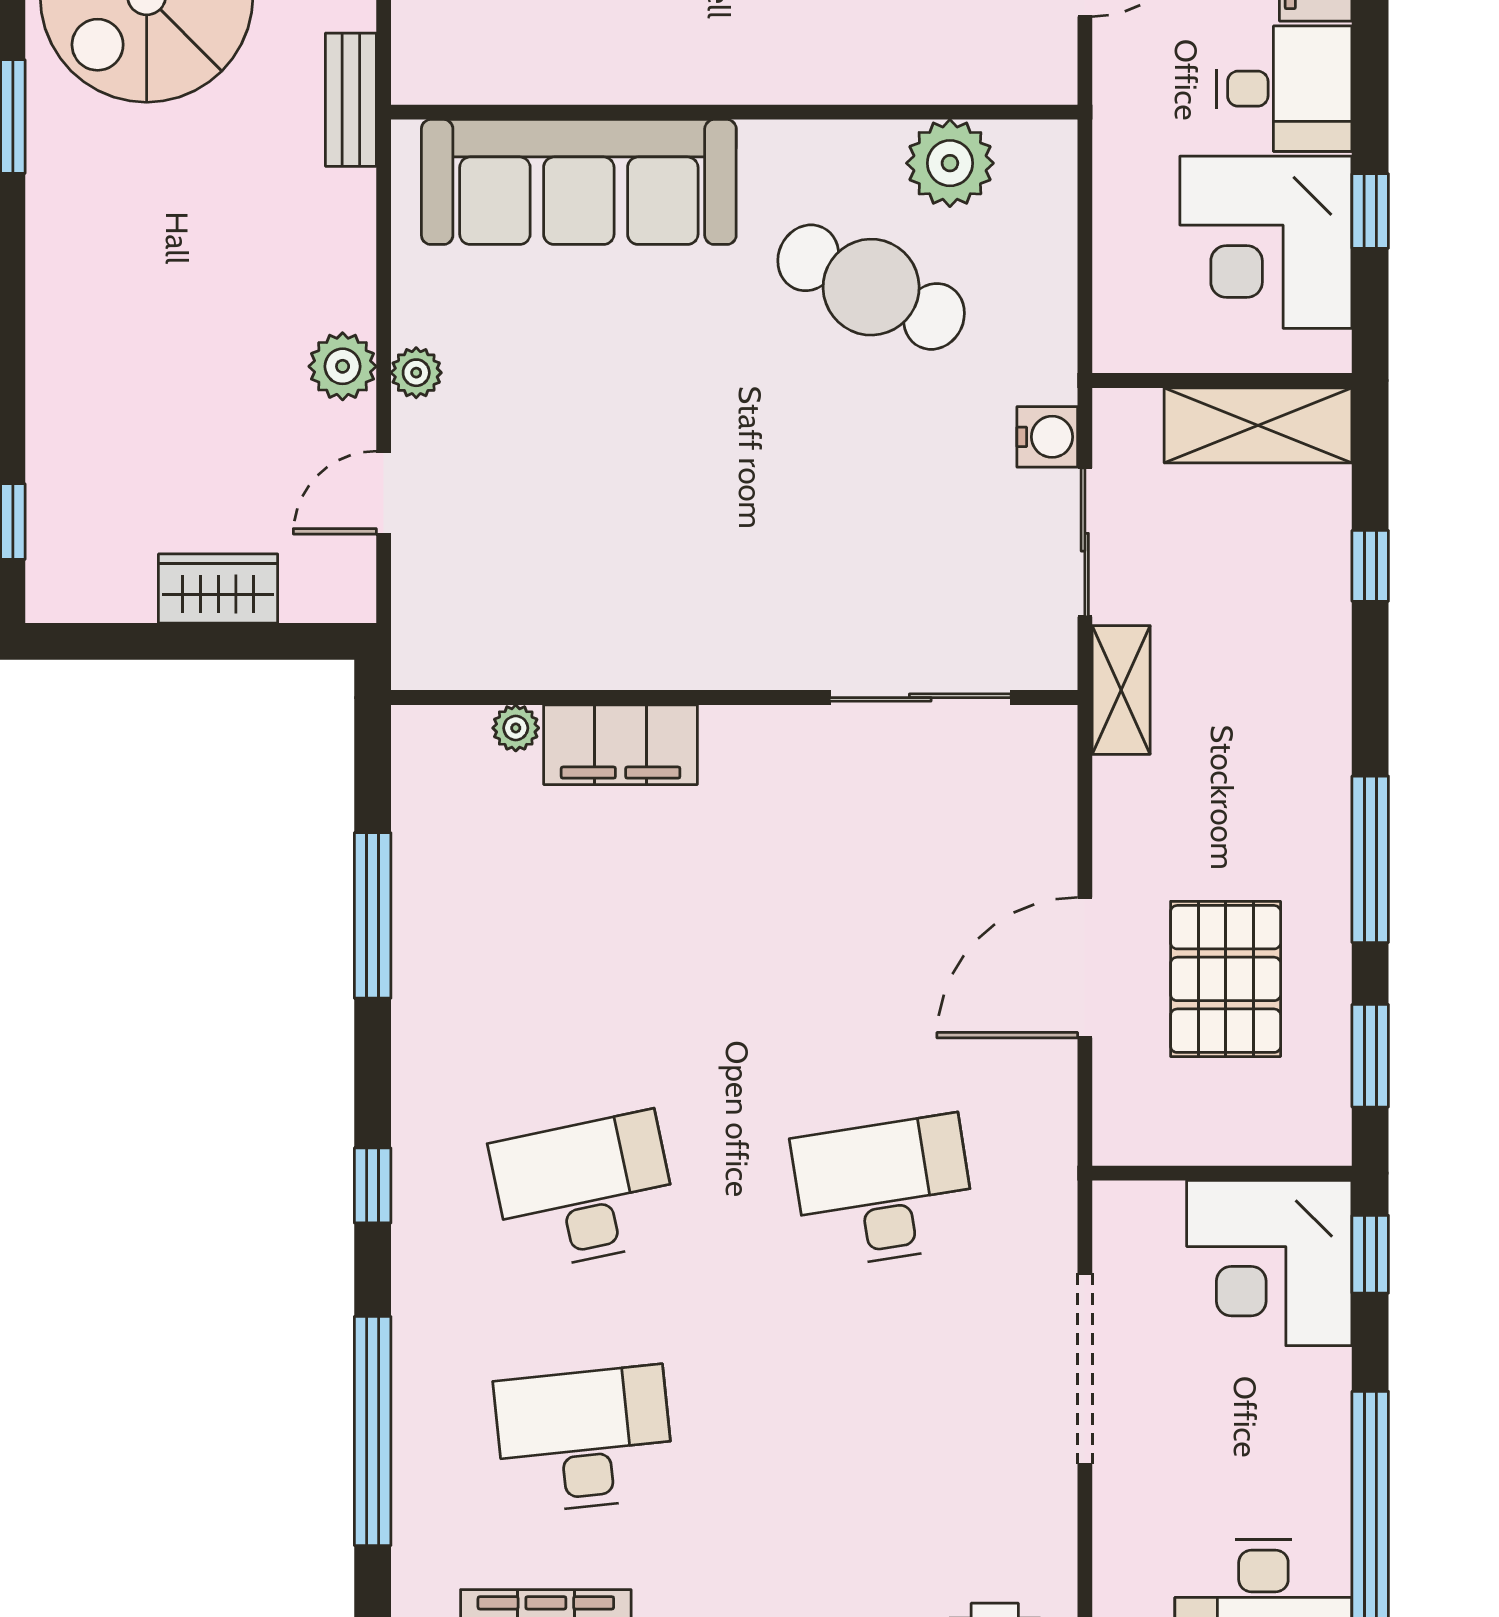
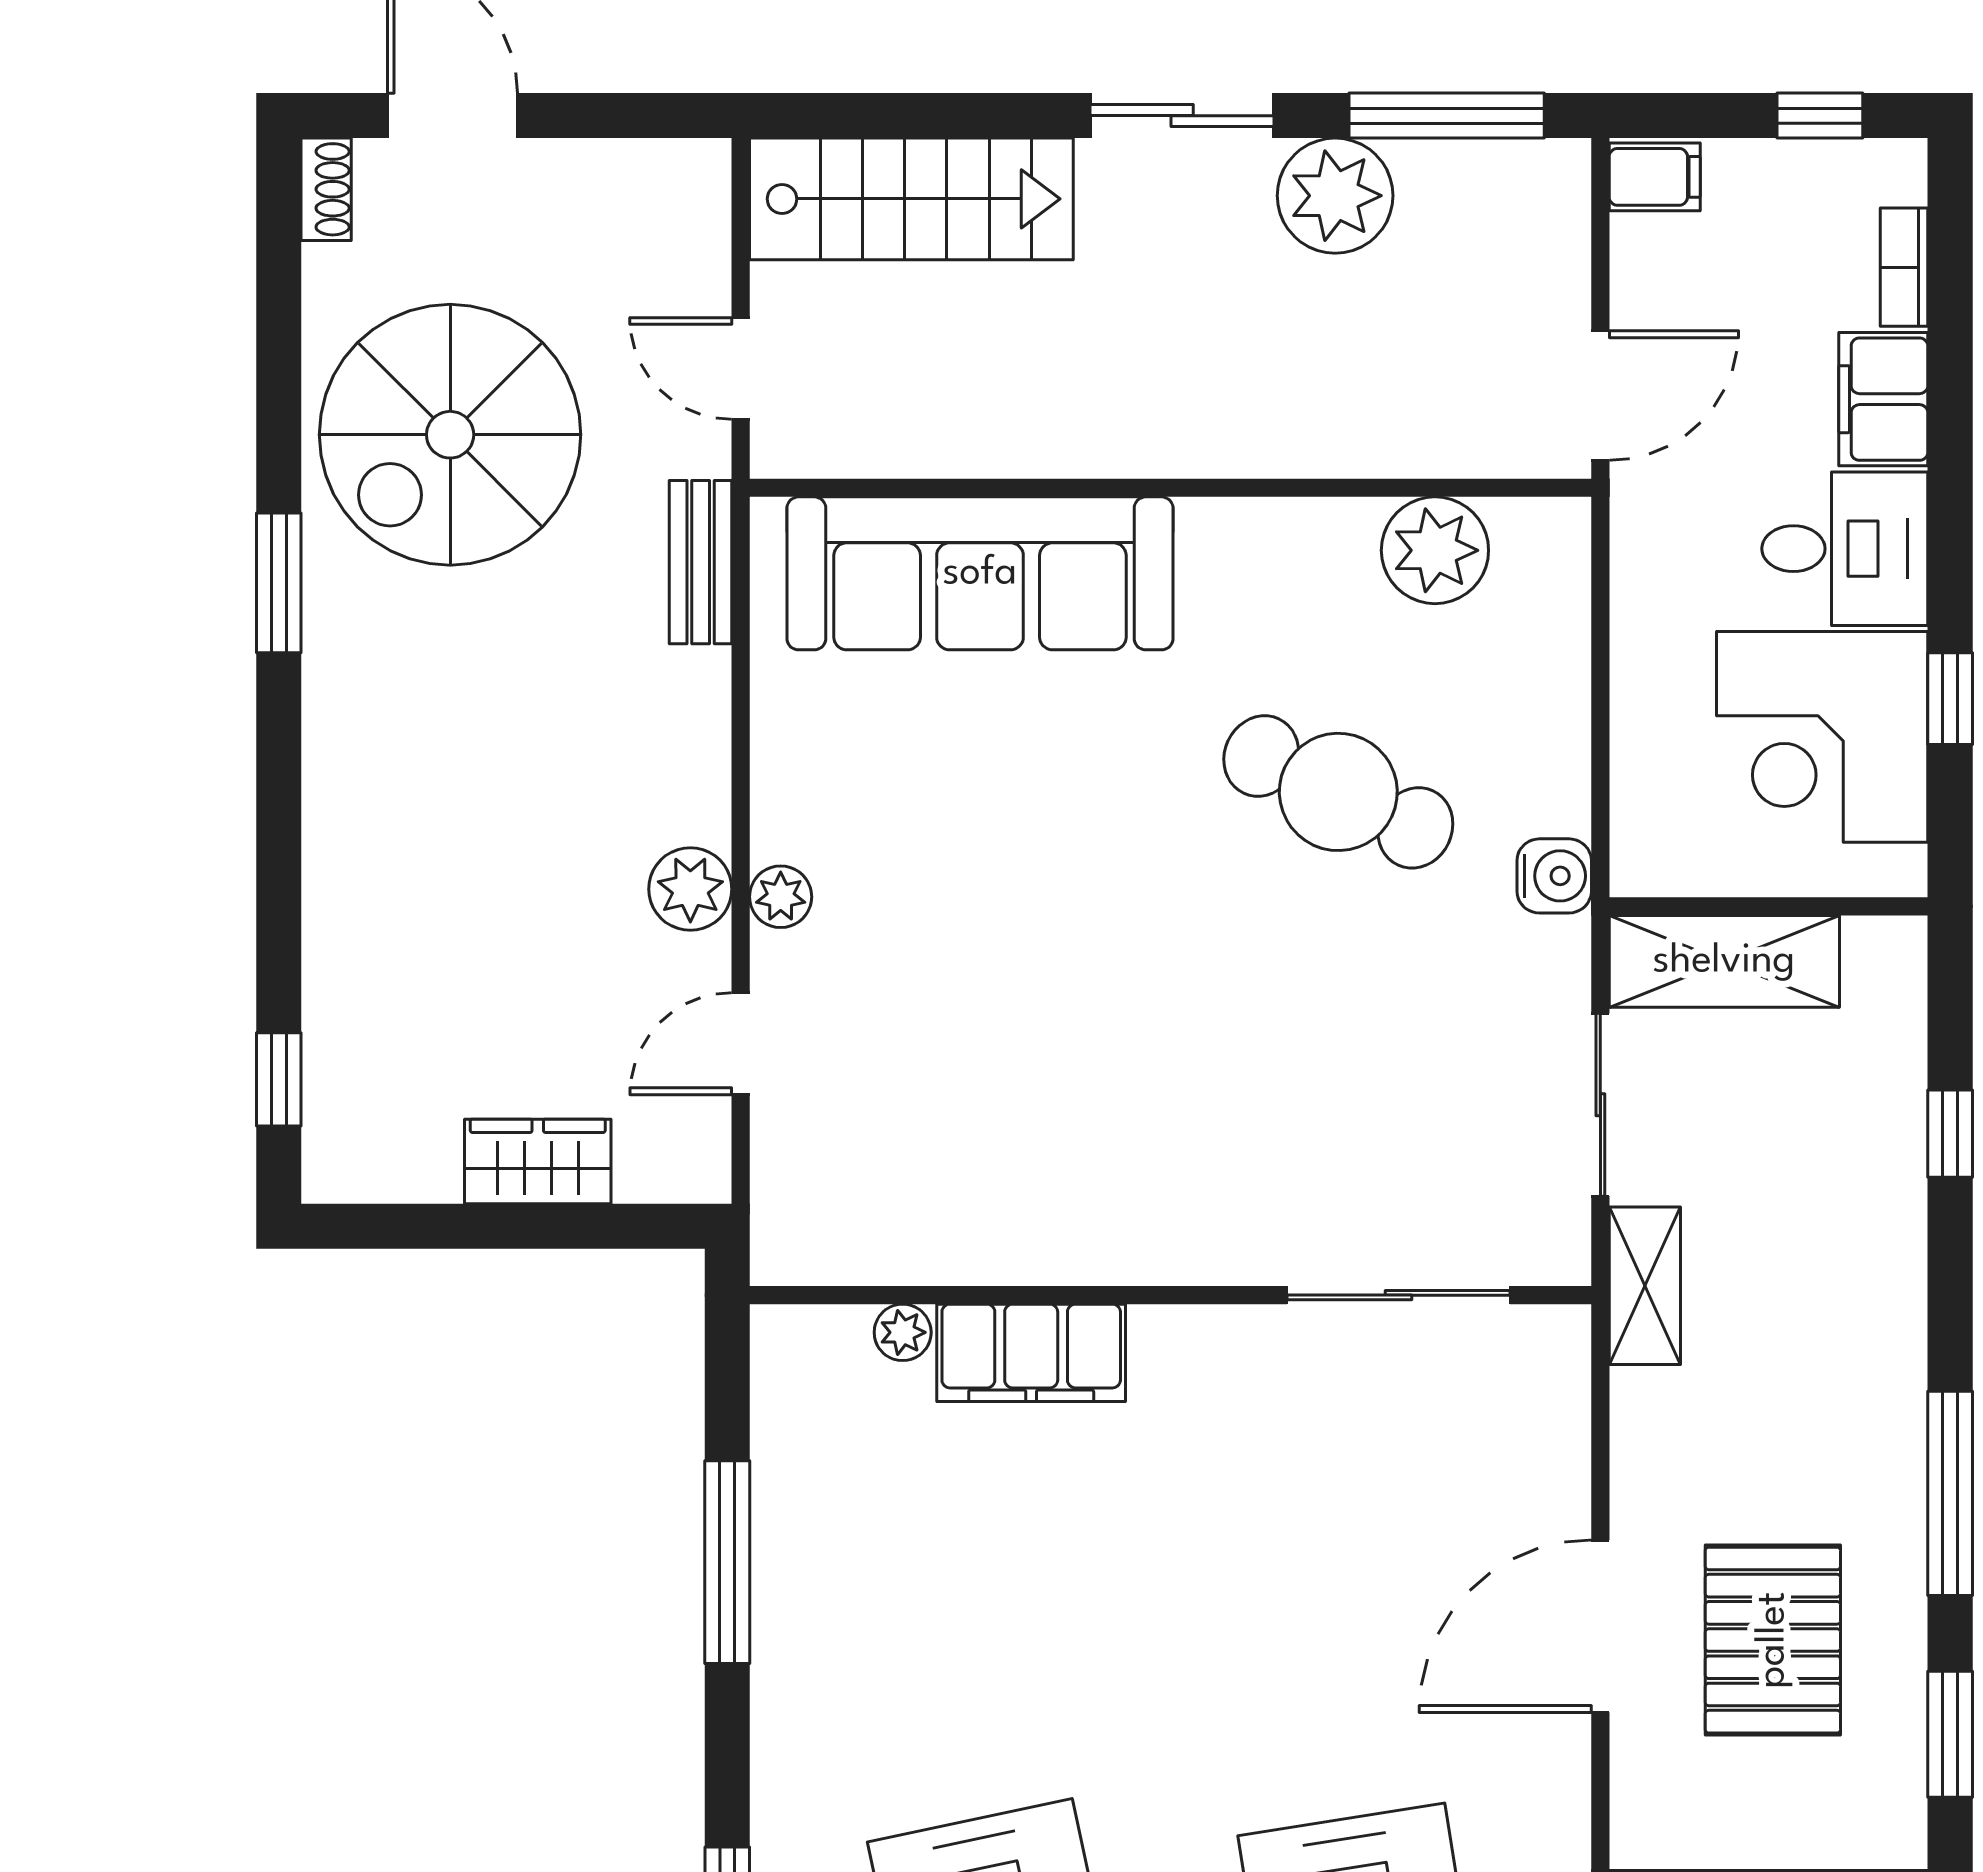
wall: (734, 112) -> (1171, 488), moved
plant: (950, 163) -> (1435, 550), moved
sofa: (579, 182) -> (980, 573), moved
shelving: (1258, 425) -> (1724, 961), moved
water cooler: (1047, 437) -> (1554, 876), moved

